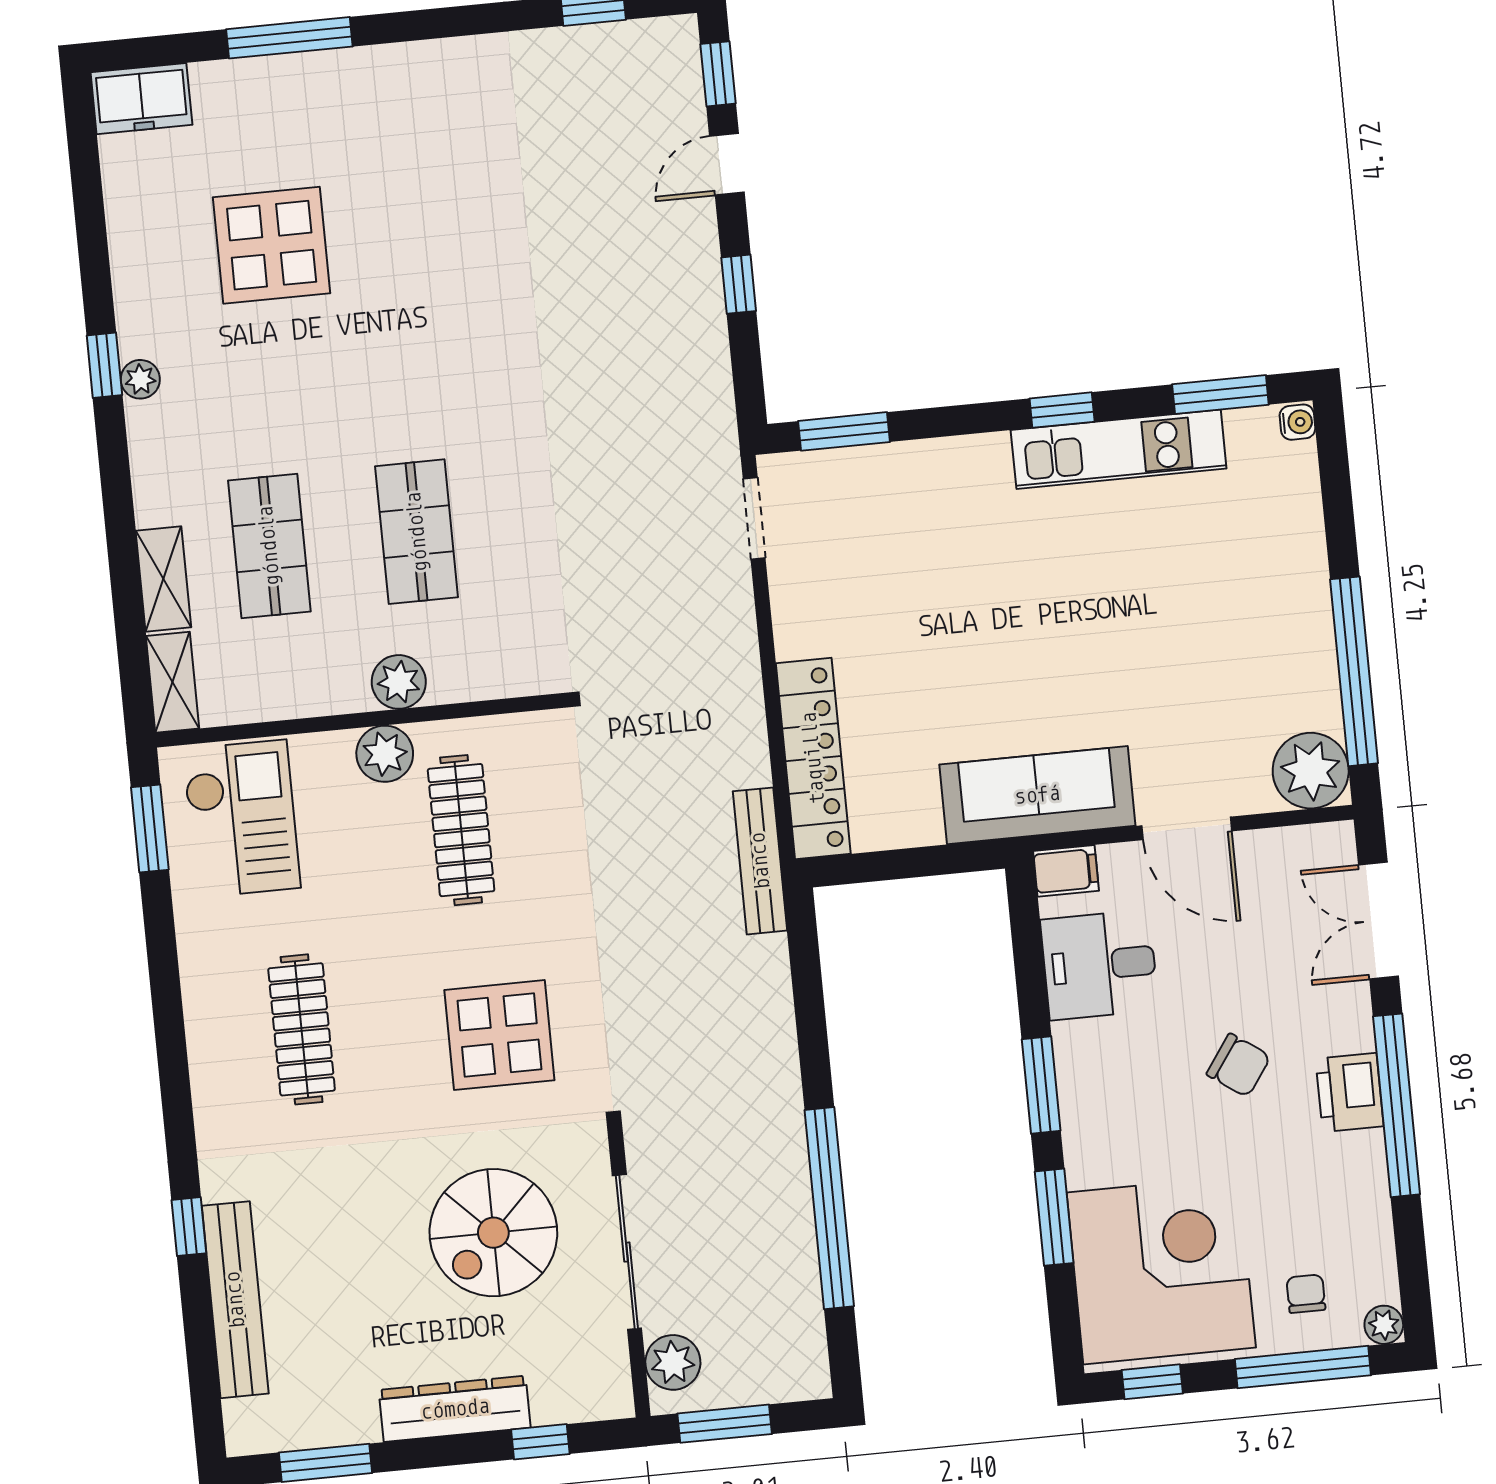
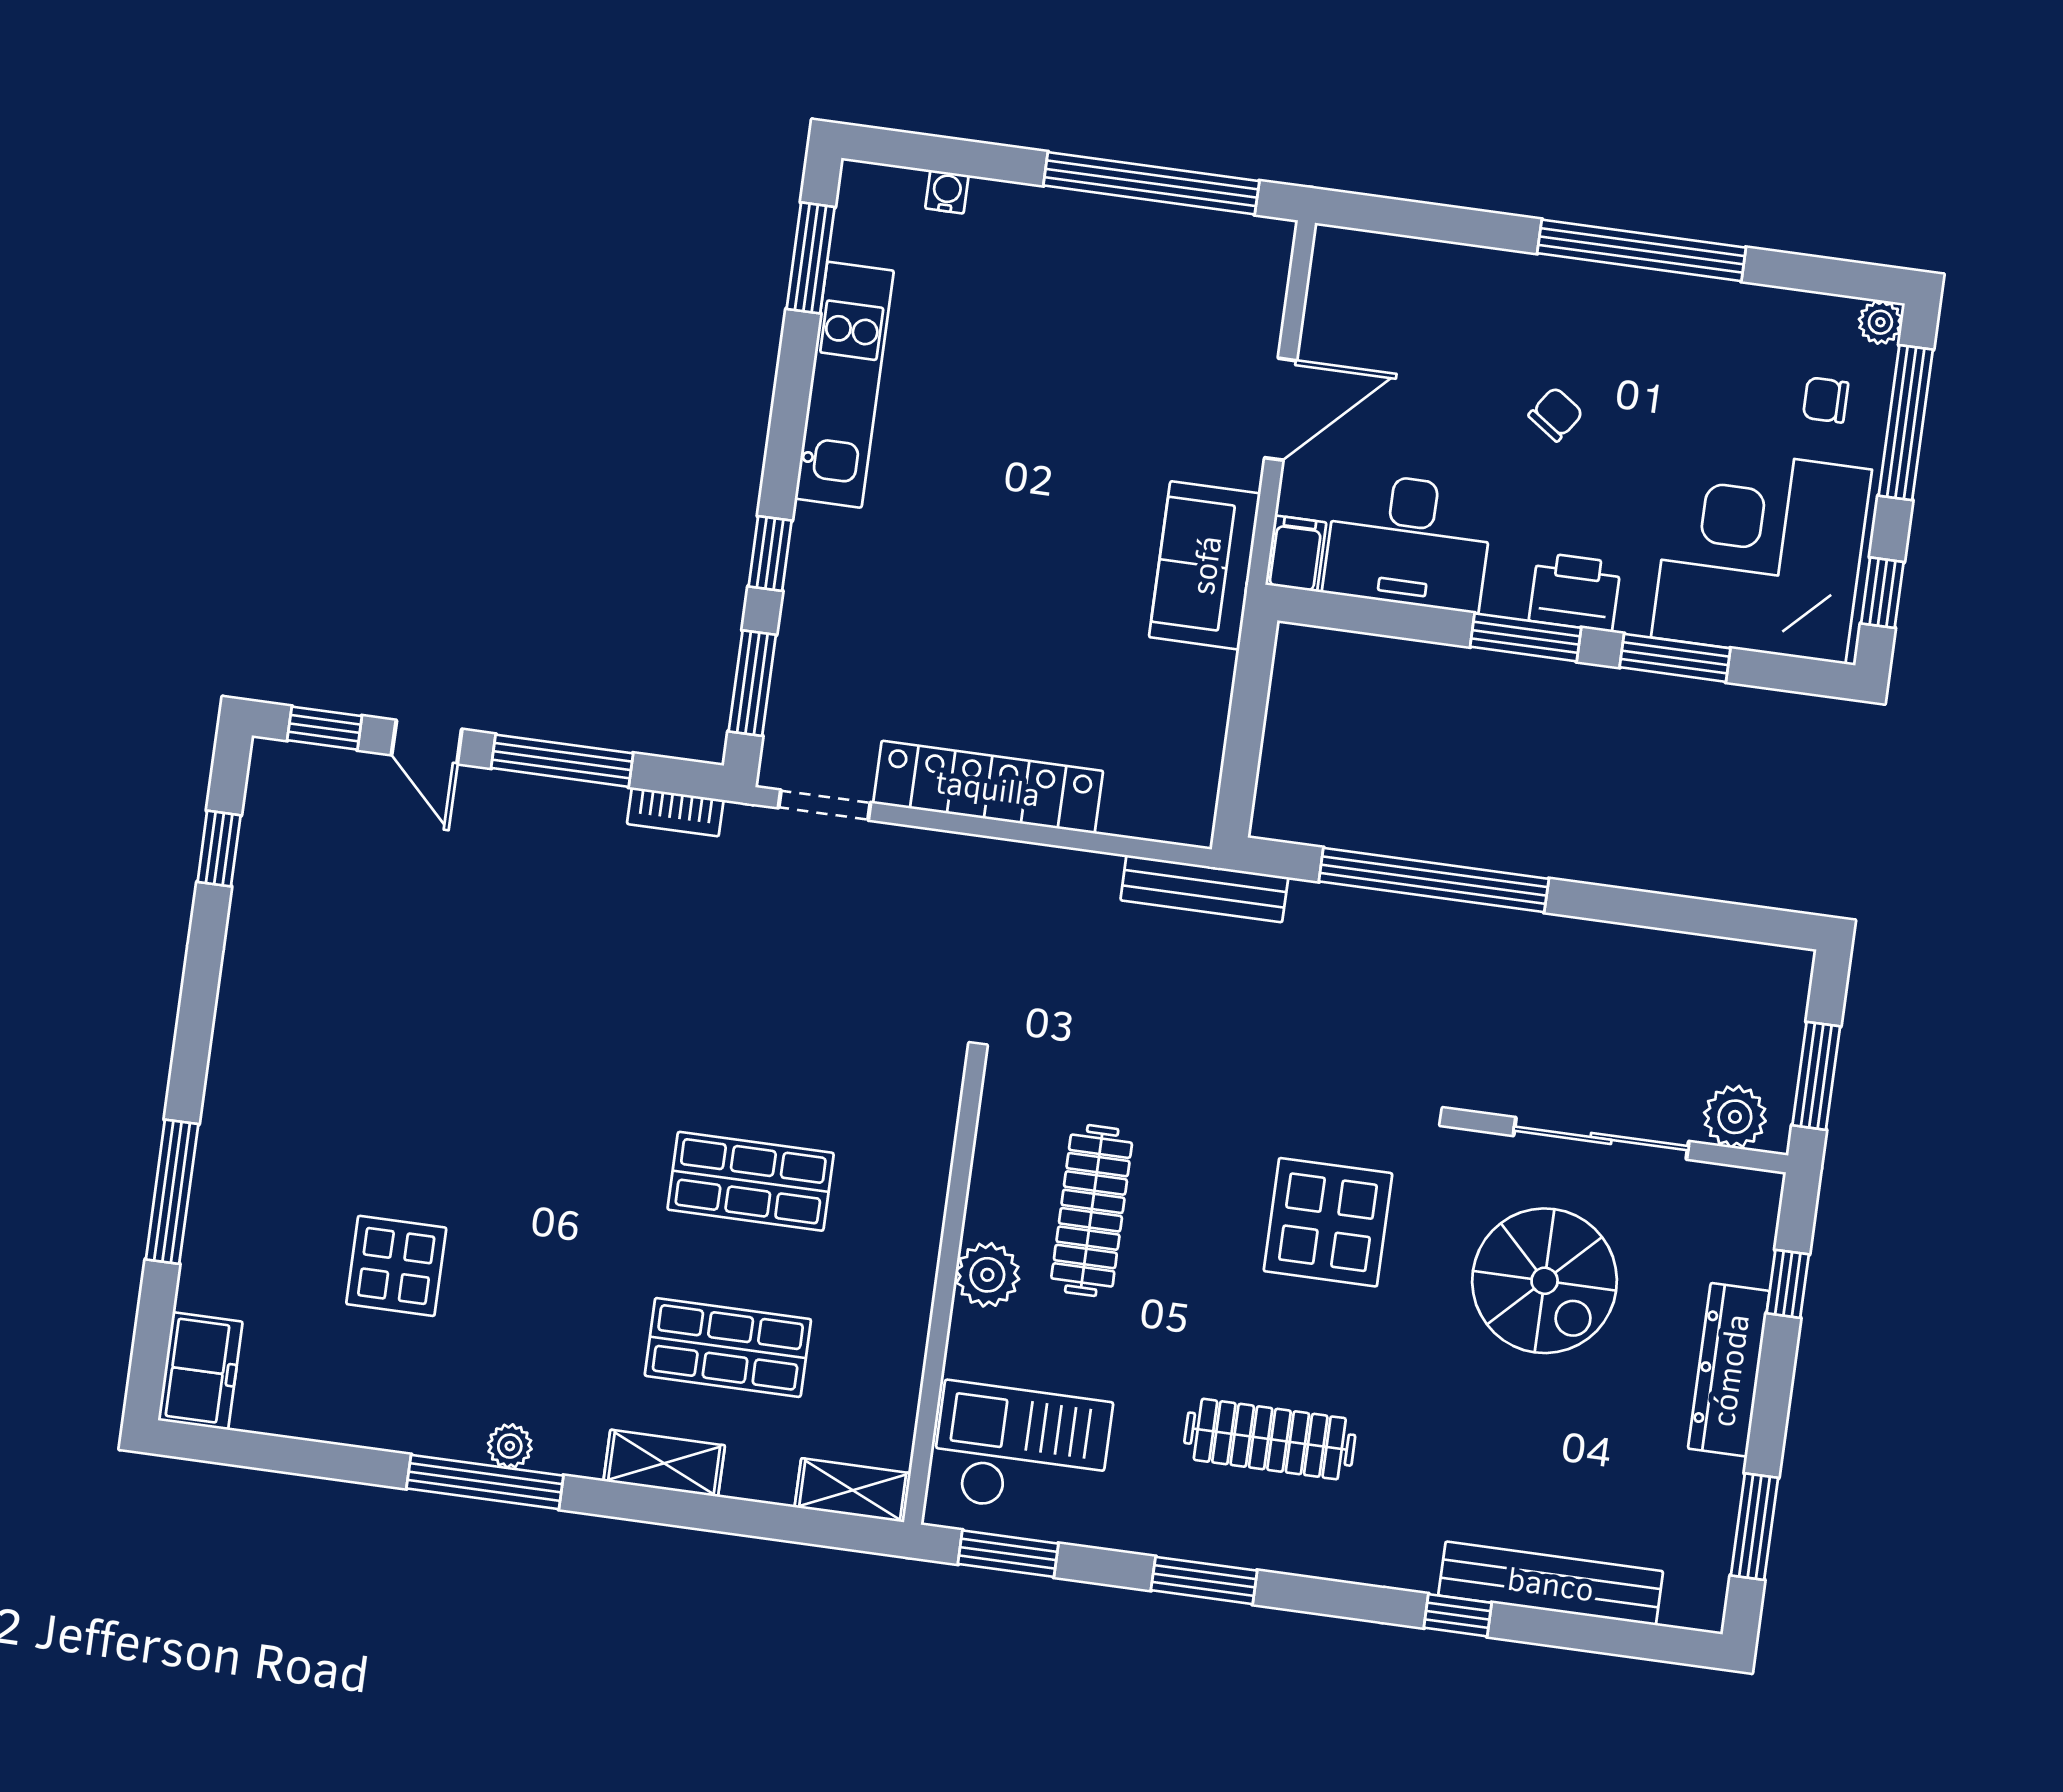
display table: (272, 245) -> (396, 1266), width x0.73, depth x0.73
window: (739, 284) -> (562, 761), width x2.17
window: (104, 365) -> (485, 1482), width x2.17
bookcase: (718, 392) -> (675, 812), added
window: (1062, 410) -> (770, 553), moved
water cooler: (1297, 422) -> (947, 192), moved
shelving: (163, 579) -> (664, 1463), moved
plant: (399, 682) -> (912, 1240), removed
locker: (813, 758) -> (988, 787), moved
plant: (1311, 771) -> (1249, 257), removed
sofa: (1037, 795) -> (1205, 565), width x0.73
clothes rail: (461, 830) -> (1092, 1211), turned 90
double door: (1378, 921) -> (1433, 222), removed
desk: (1099, 965) -> (1408, 541), width x1.37
window: (167, 1002) -> (1204, 1580), added
chair: (1239, 1065) -> (1556, 414), width x0.73, depth x0.73
printer: (1350, 1093) -> (1575, 592), moved, turned 180
window: (829, 1208) -> (1434, 880), moved

